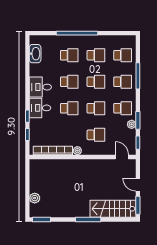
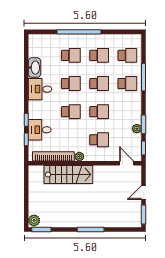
washbasin: (35, 54) -> (35, 68), moved
desk: (40, 108) -> (40, 130), moved
school desk: (123, 108) -> (127, 112), removed
door: (138, 185) -> (144, 192), hinge flipped
plant: (35, 198) -> (34, 220), moved
stairs: (113, 209) -> (68, 175), moved, turned 180

